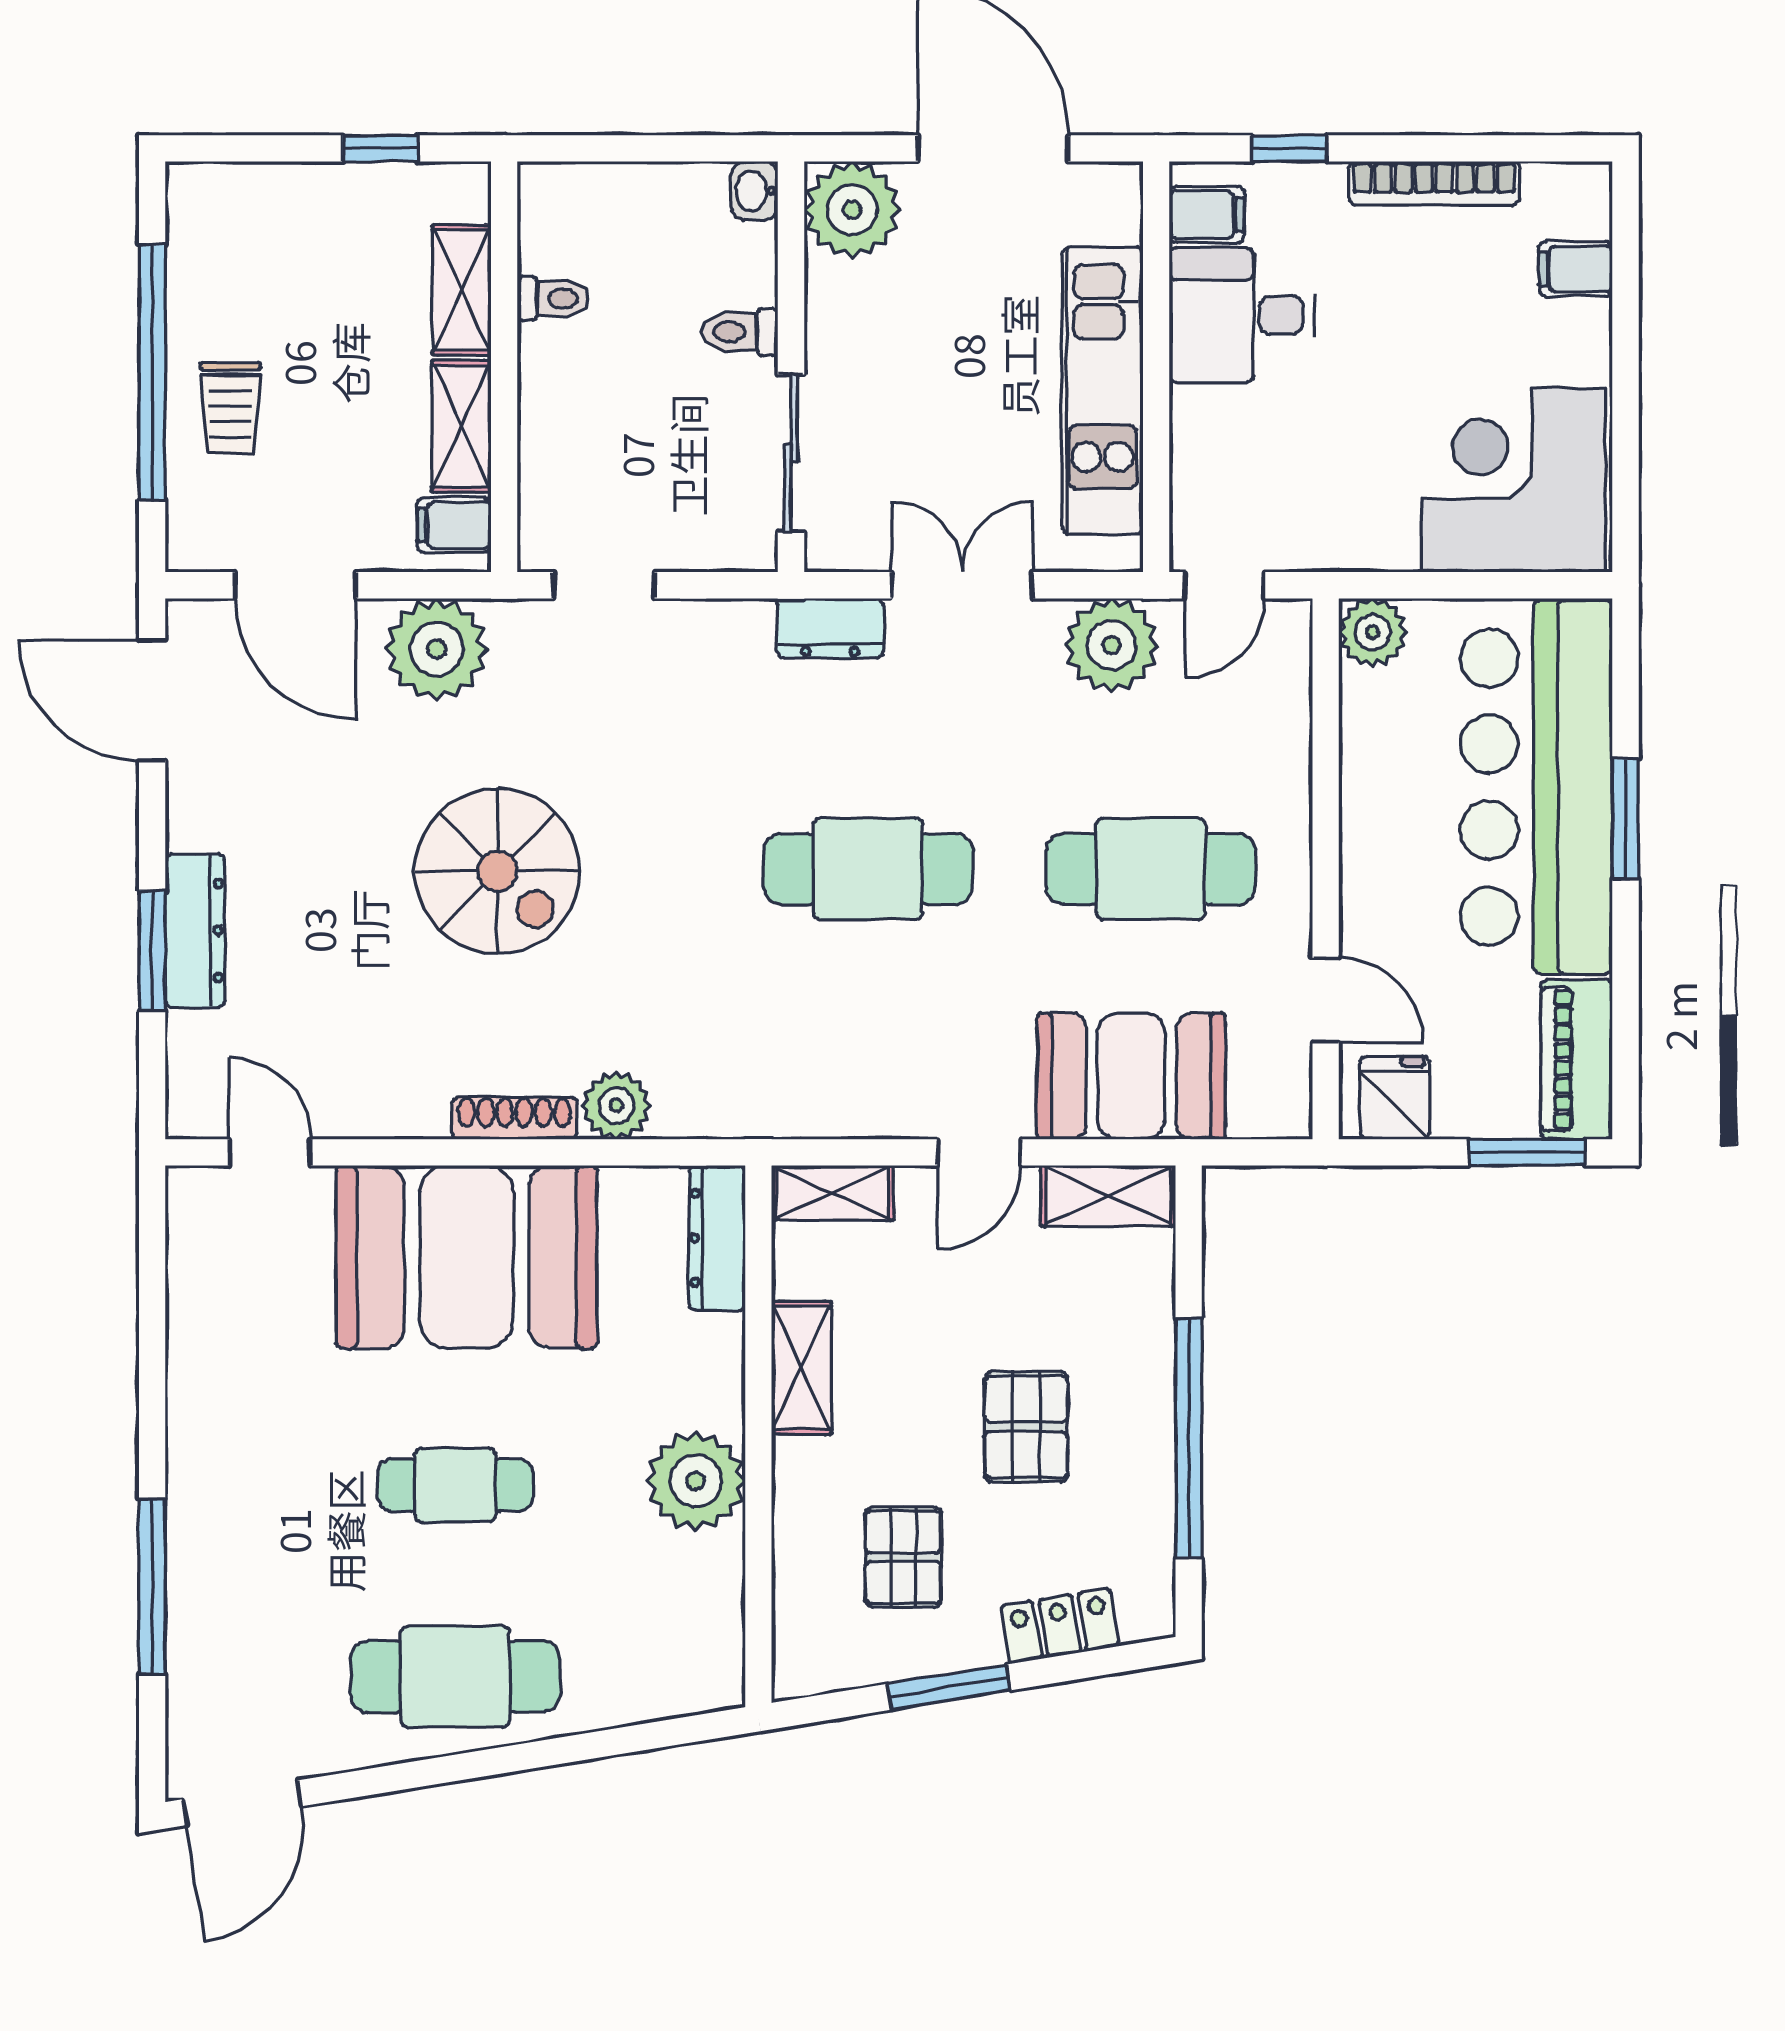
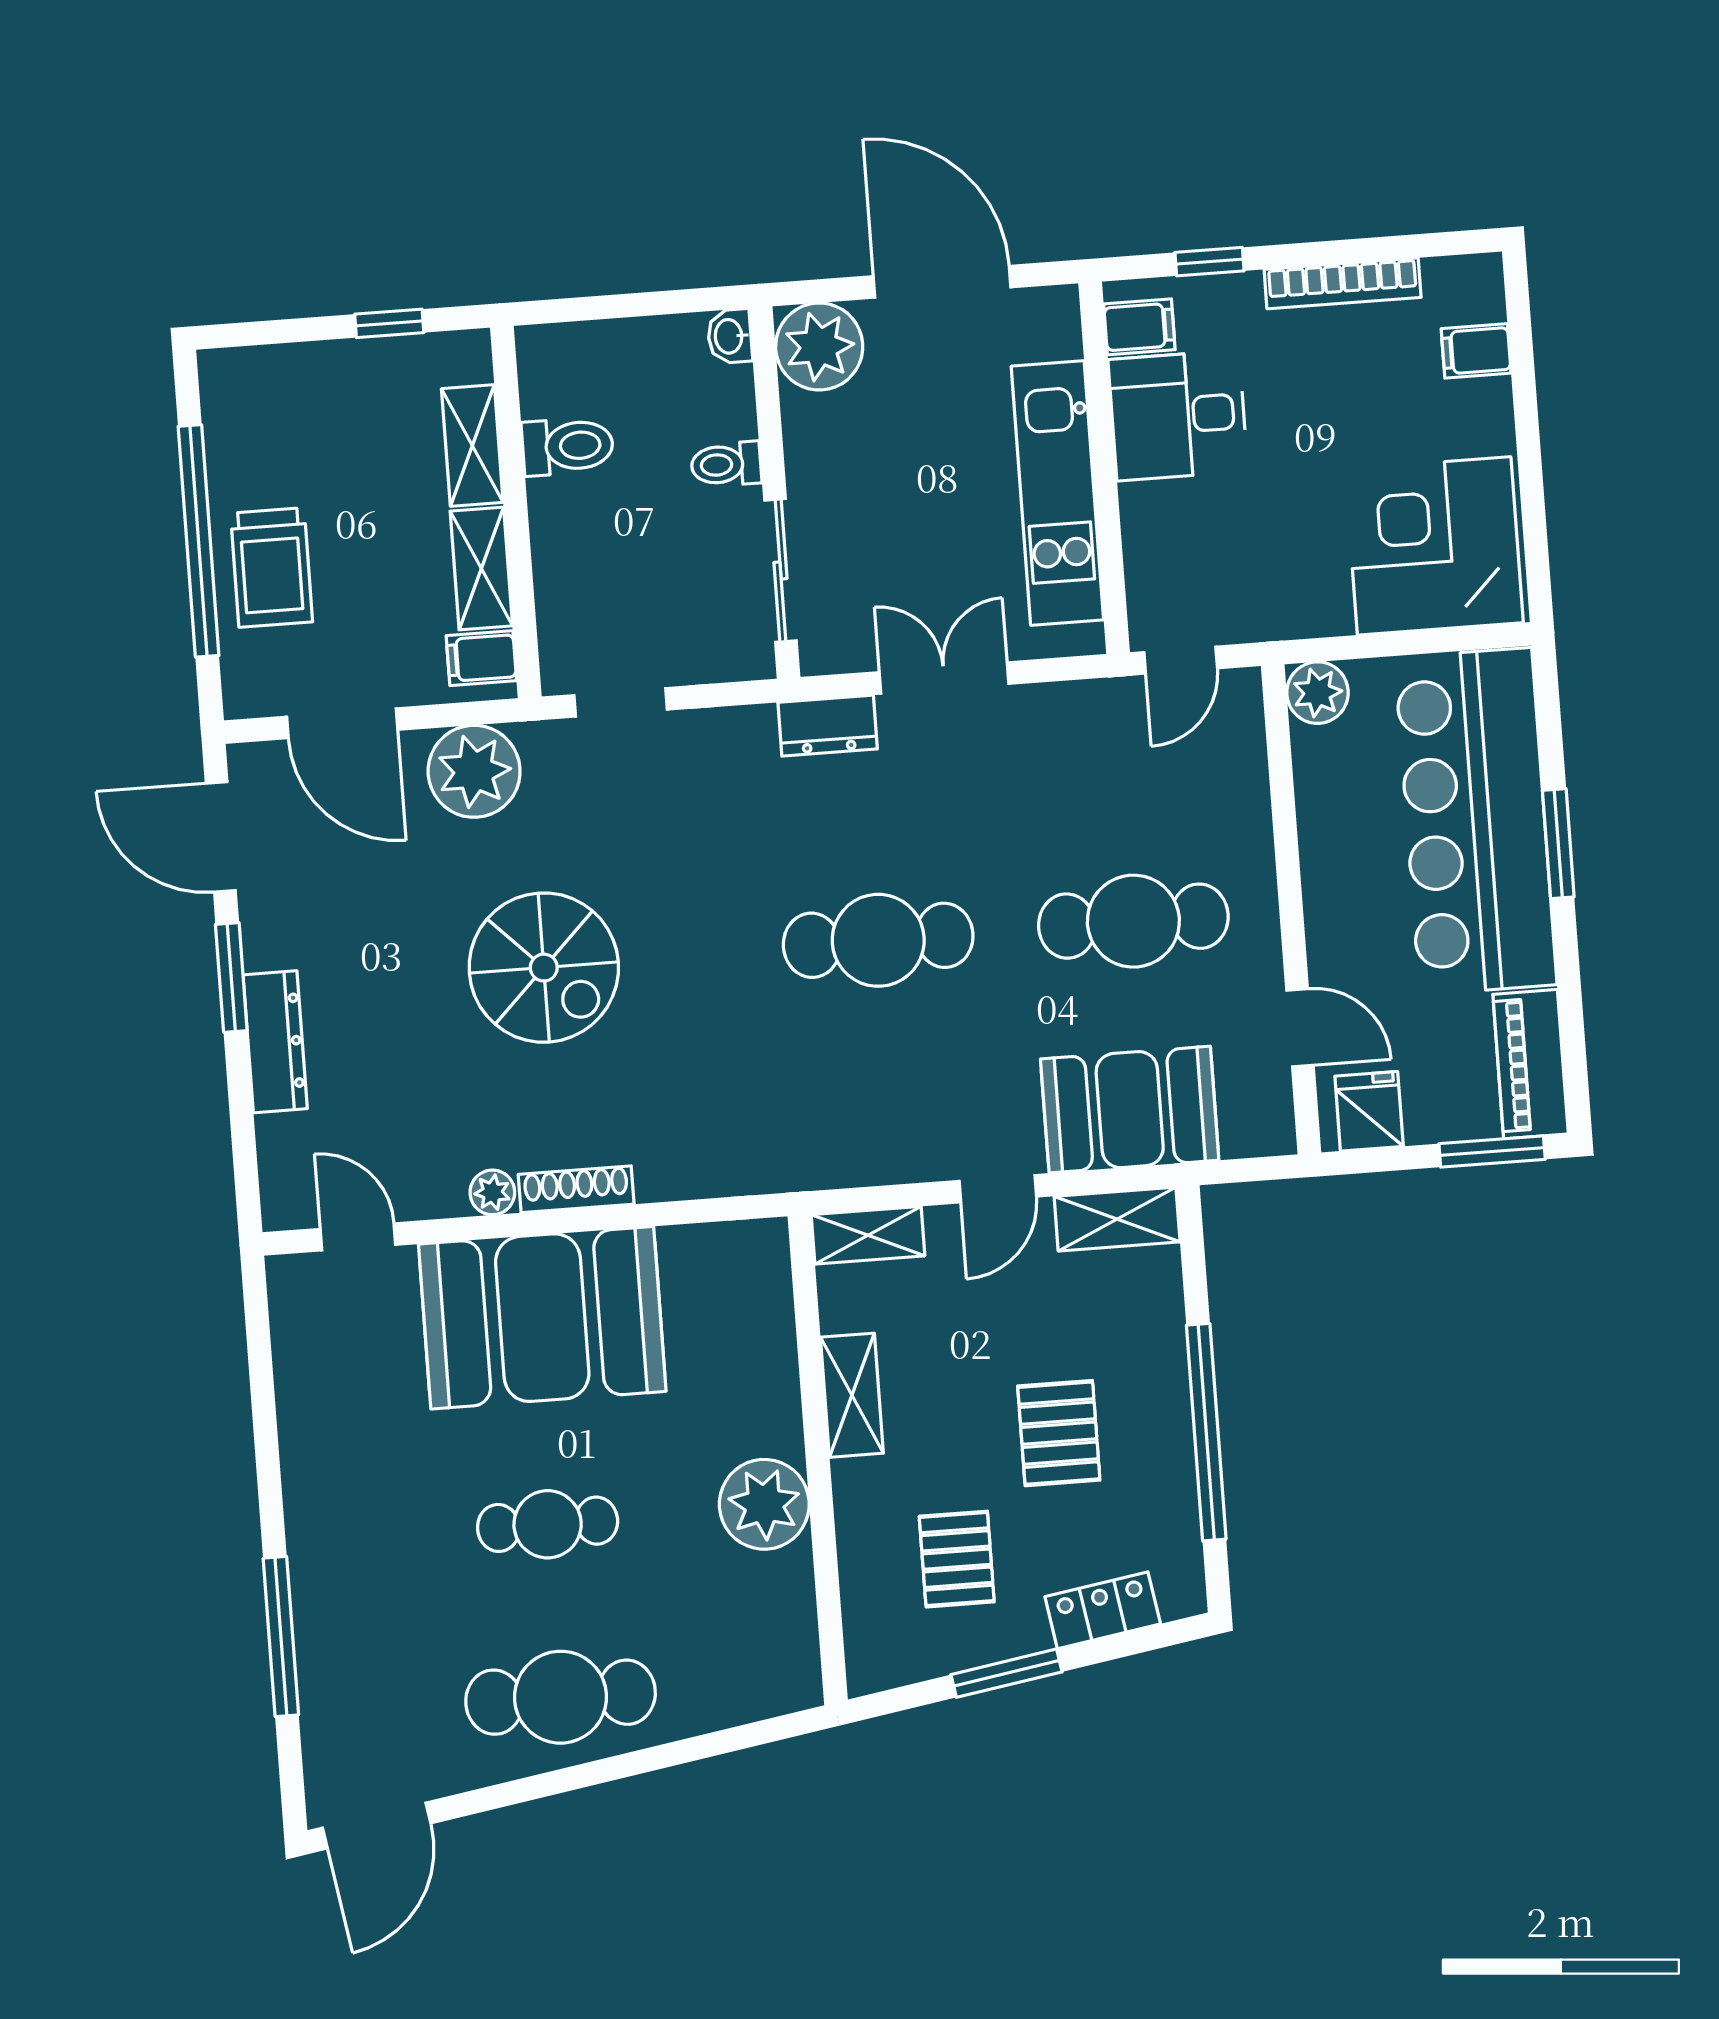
toilet: (553, 299) -> (568, 446), width x1.37, depth x1.39
trolley: (230, 408) -> (272, 567), width x1.36, depth x1.39
plant: (1111, 645) -> (1083, 722), removed
window: (152, 951) -> (231, 977), moved
plant: (616, 1105) -> (492, 1192), moved, width x0.73, depth x0.73
dresser: (717, 1238) -> (767, 1284), removed

